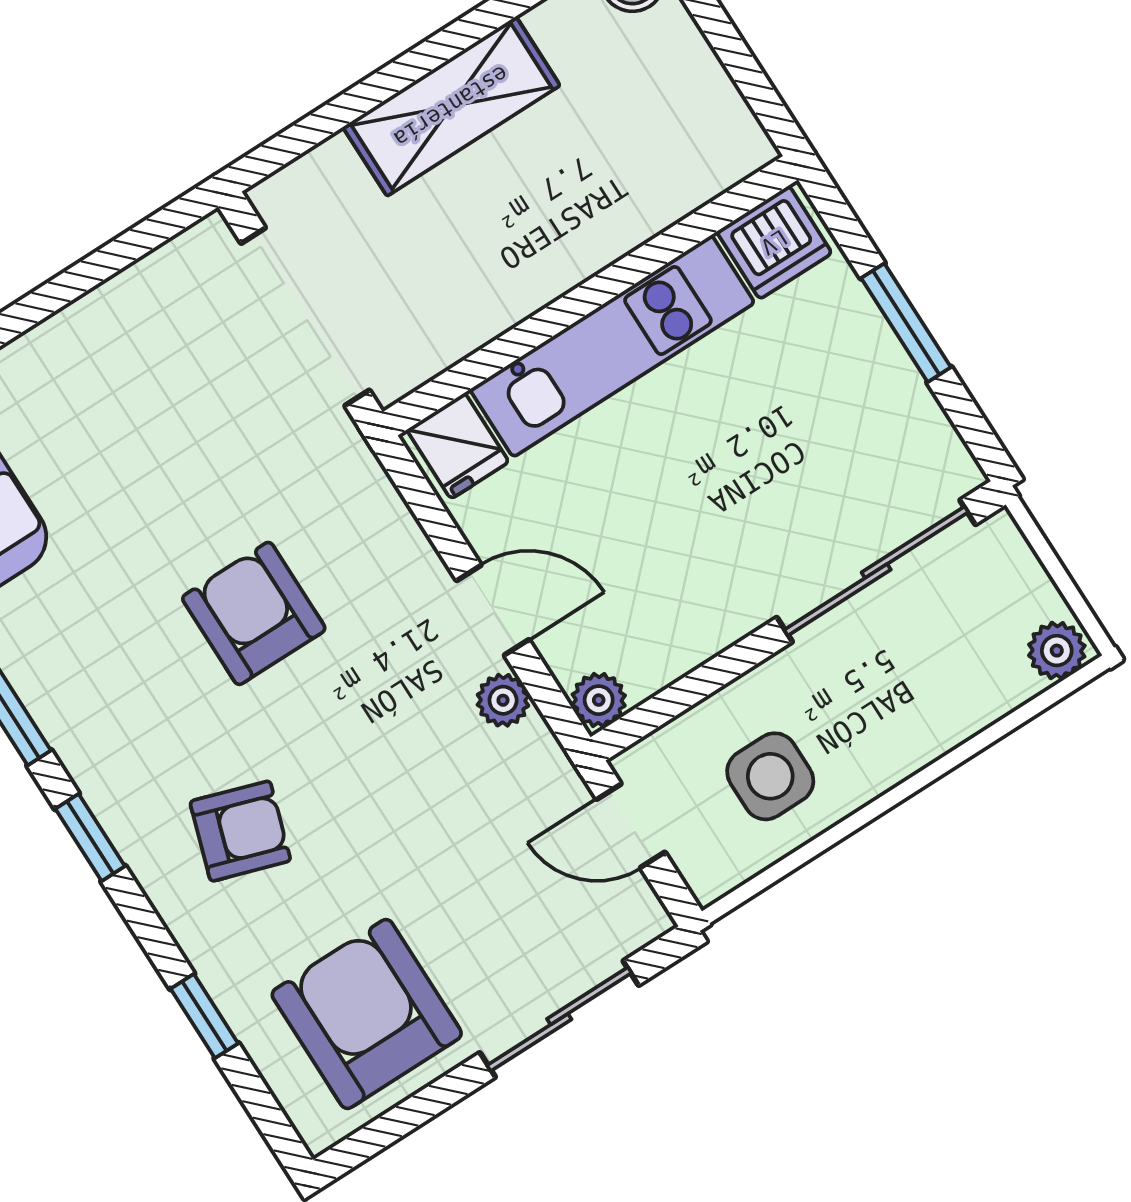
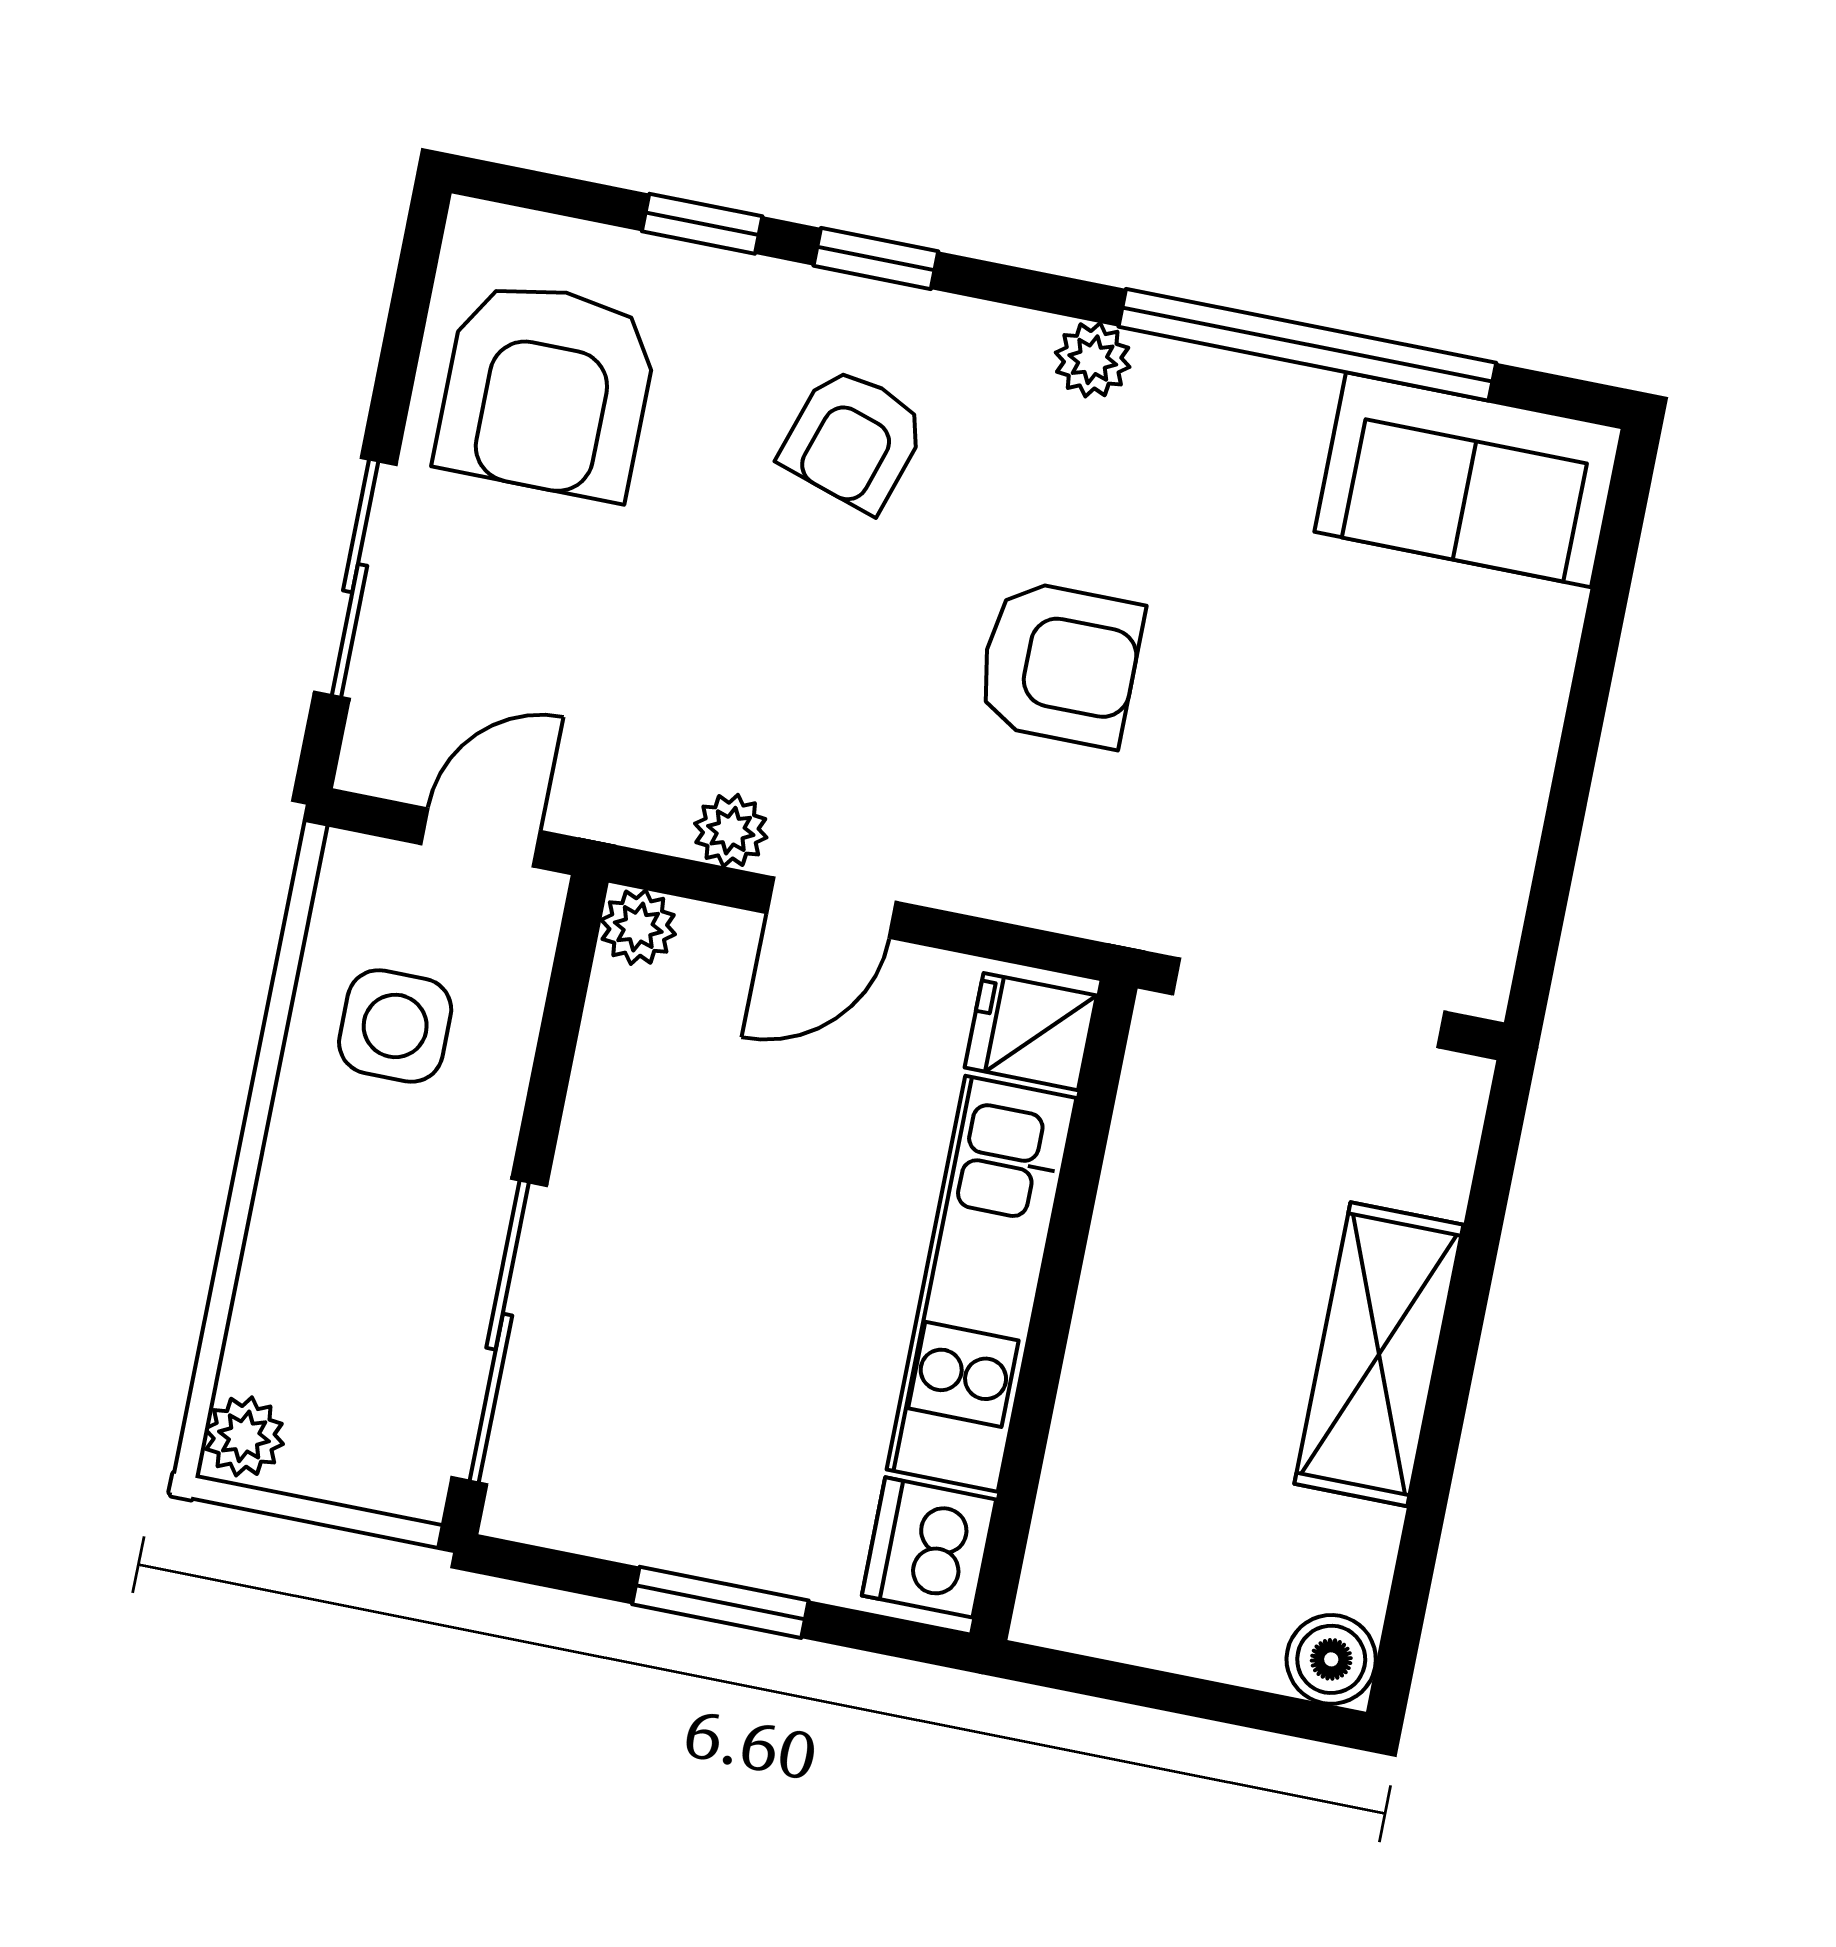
plant: (81, 747) -> (1093, 360), added
window: (90, 837) -> (876, 258), moved
armchair: (367, 1014) -> (547, 389), turned 90

